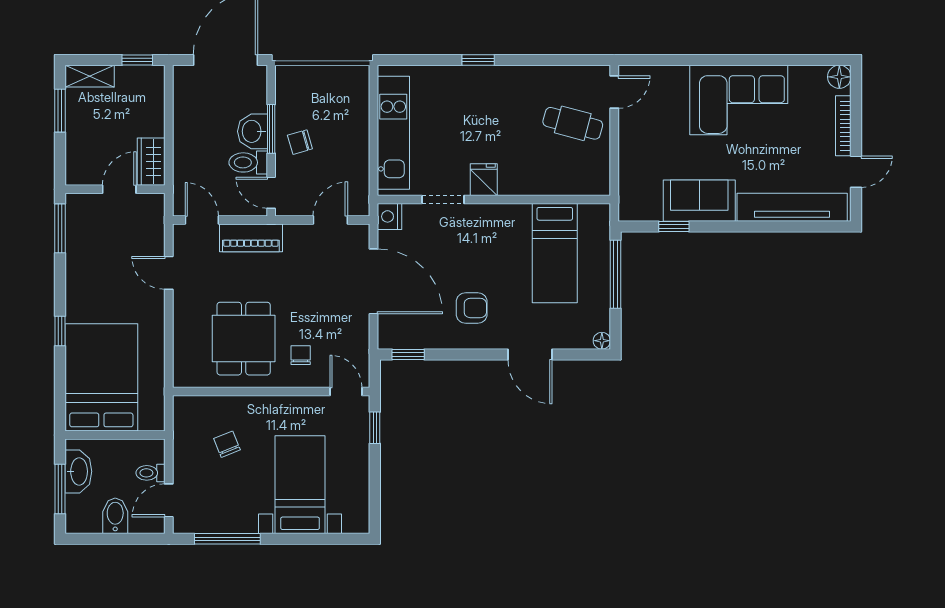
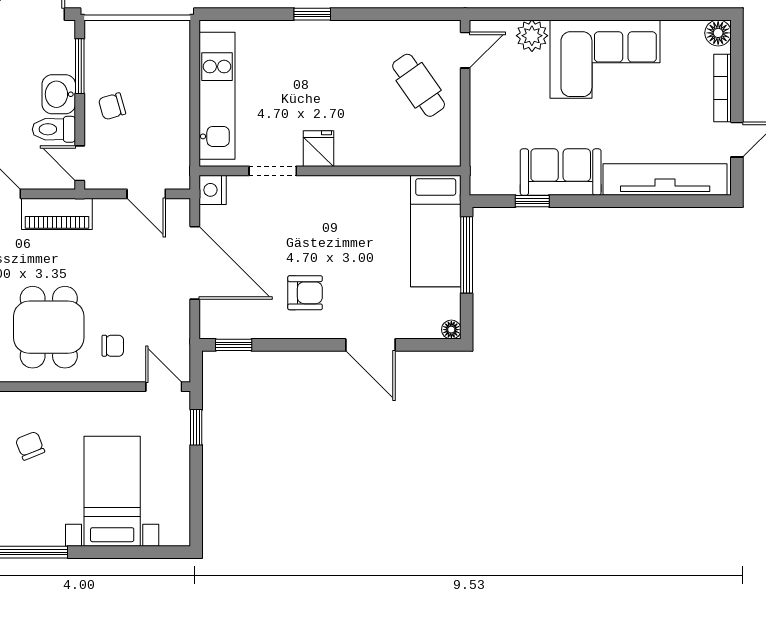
plant: (674, 79) -> (532, 36), added
cafe table: (573, 123) -> (419, 85), turned 40
window: (271, 129) -> (80, 66), moved
door: (330, 220) -> (146, 194), swing flipped
bed: (555, 253) -> (436, 231), moved
chair: (301, 355) -> (113, 346), turned 90

